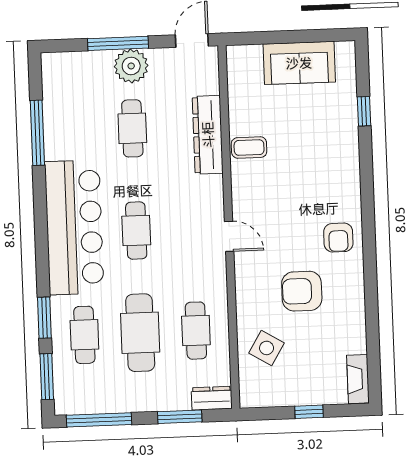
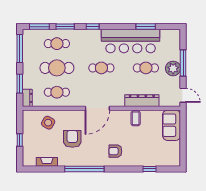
sofa: (299, 63) -> (172, 125), moved
window: (37, 133) -> (146, 27), width x0.69
bar counter: (74, 227) -> (131, 41), moved
door: (229, 236) -> (97, 108), width x1.87
armchair: (338, 238) -> (115, 151), moved
window: (42, 254) -> (93, 27), added
window: (370, 261) -> (84, 169), added
fireplace: (358, 379) -> (47, 162), moved

